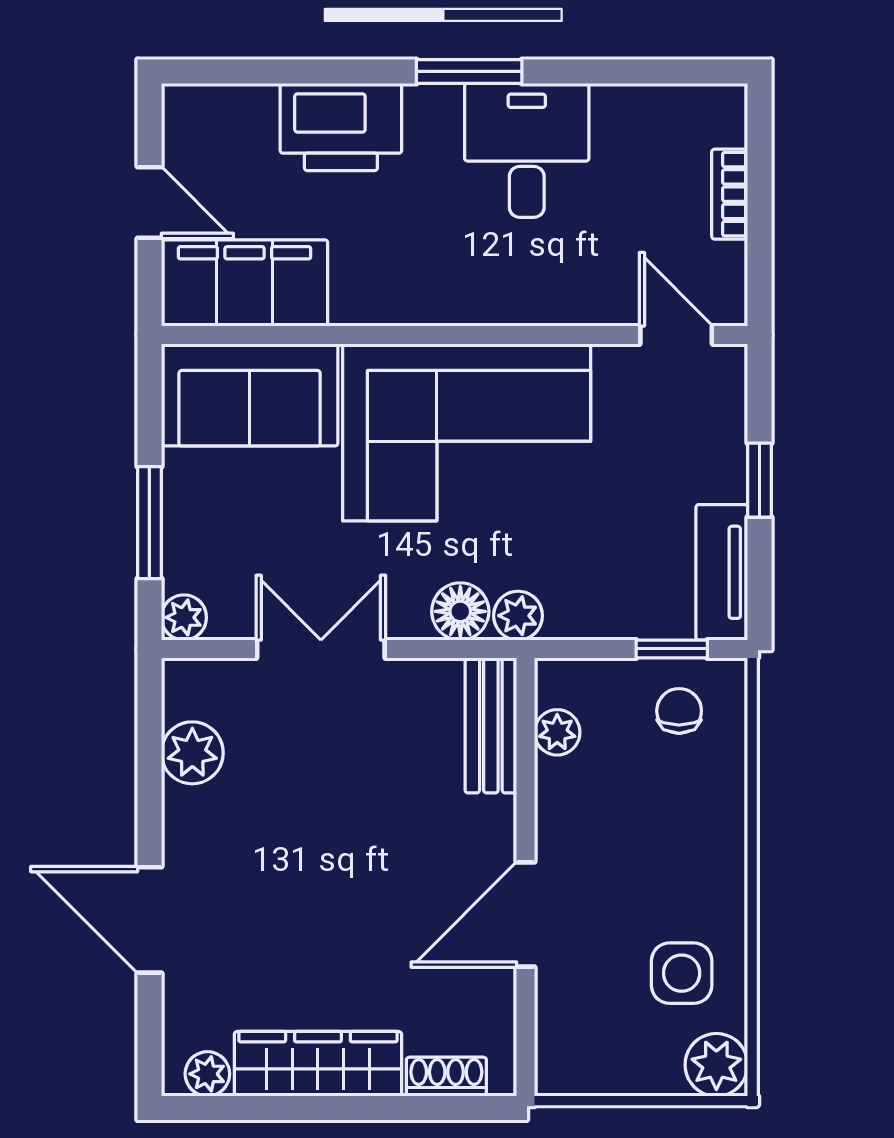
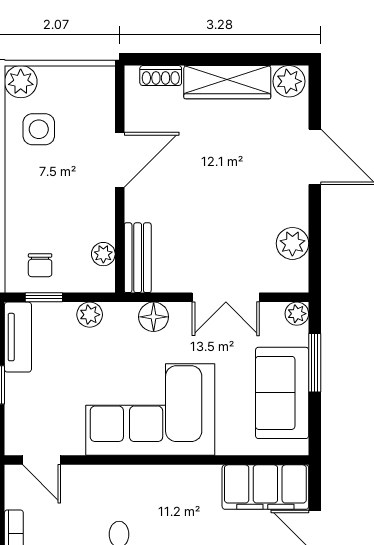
sofa: (250, 395) -> (282, 393), moved, turned -90
plant: (518, 616) -> (90, 315), moved
plant: (207, 1074) -> (289, 81), width x1.38, depth x1.38

